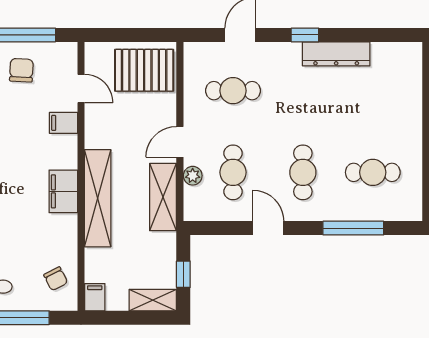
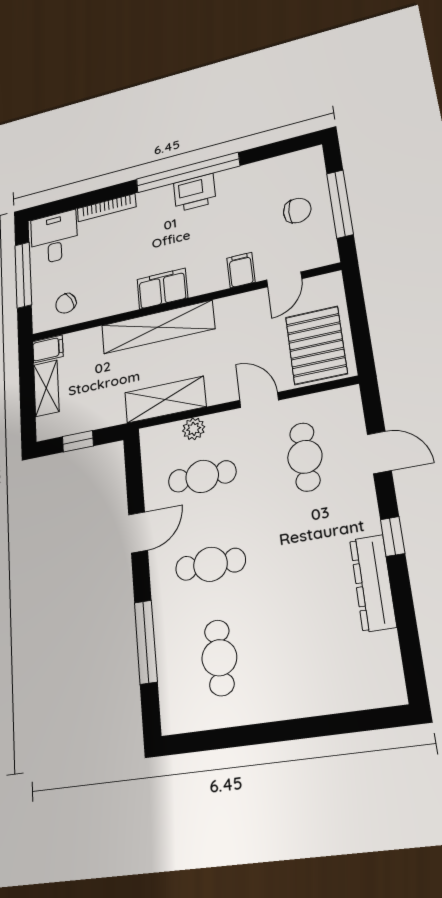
door: (180, 142) -> (259, 400), moved
shelving: (153, 300) -> (46, 388), moved

